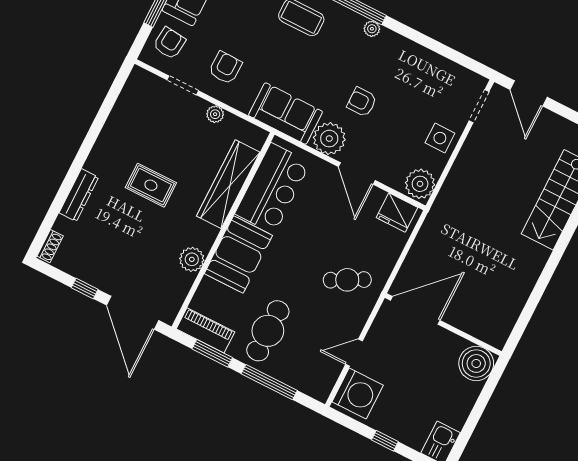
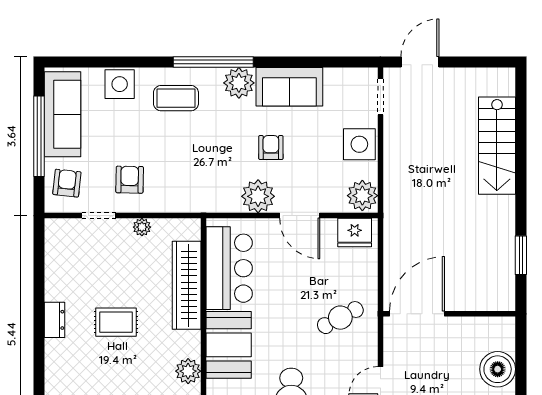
plant: (372, 29) -> (239, 83), width x1.88, depth x1.88
door: (529, 93) -> (420, 62), swing flipped
armchair: (362, 102) -> (271, 148), turned 90
sofa: (286, 114) -> (289, 87), moved, turned 180
side table: (440, 138) -> (359, 144), width x1.37, depth x1.37
dresser: (79, 195) -> (55, 320), moved, width x0.70
window: (531, 305) -> (521, 255), added
boiler: (476, 363) -> (498, 369), moved

